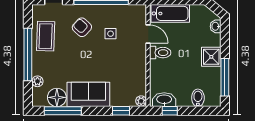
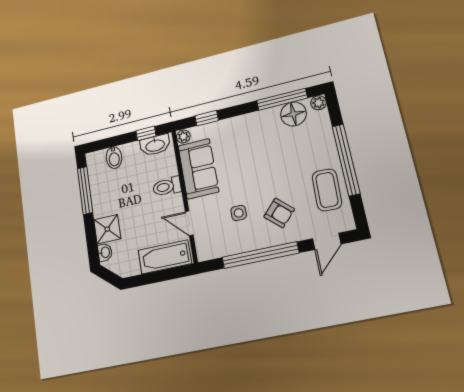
toilet: (160, 53) -> (167, 187), moved
shower: (211, 57) -> (107, 229), moved
plant: (37, 81) -> (319, 103), moved
sofa: (88, 94) -> (198, 169), moved, turned -90

